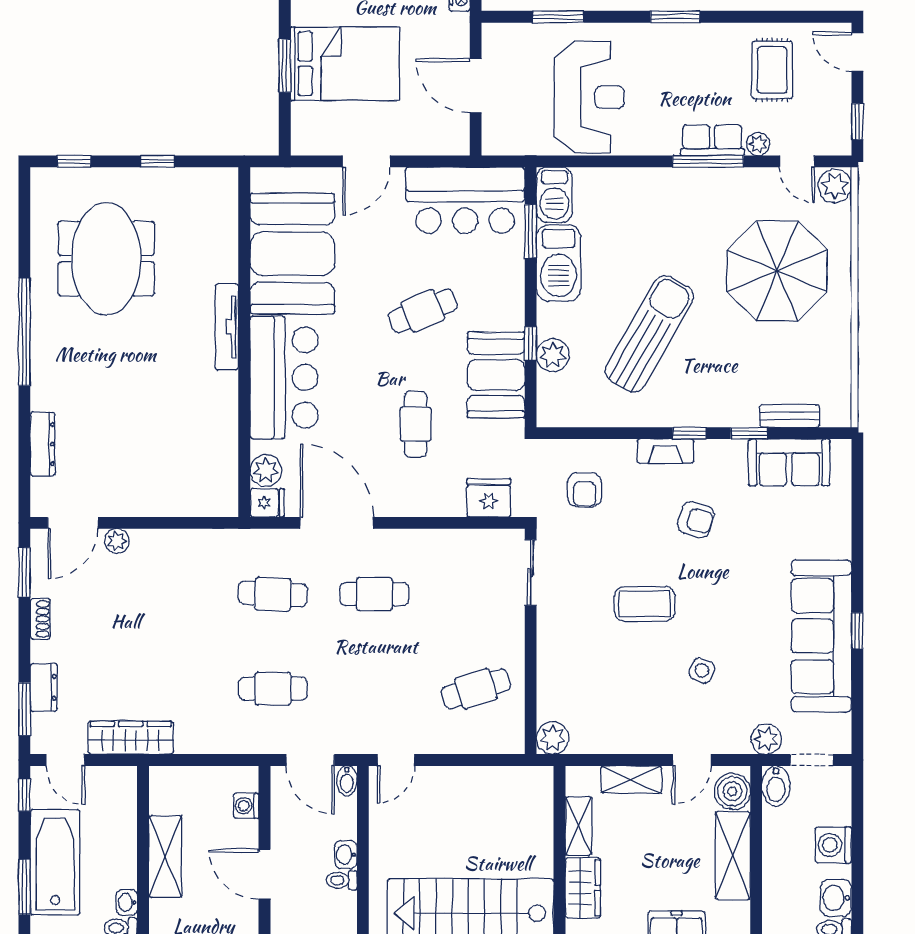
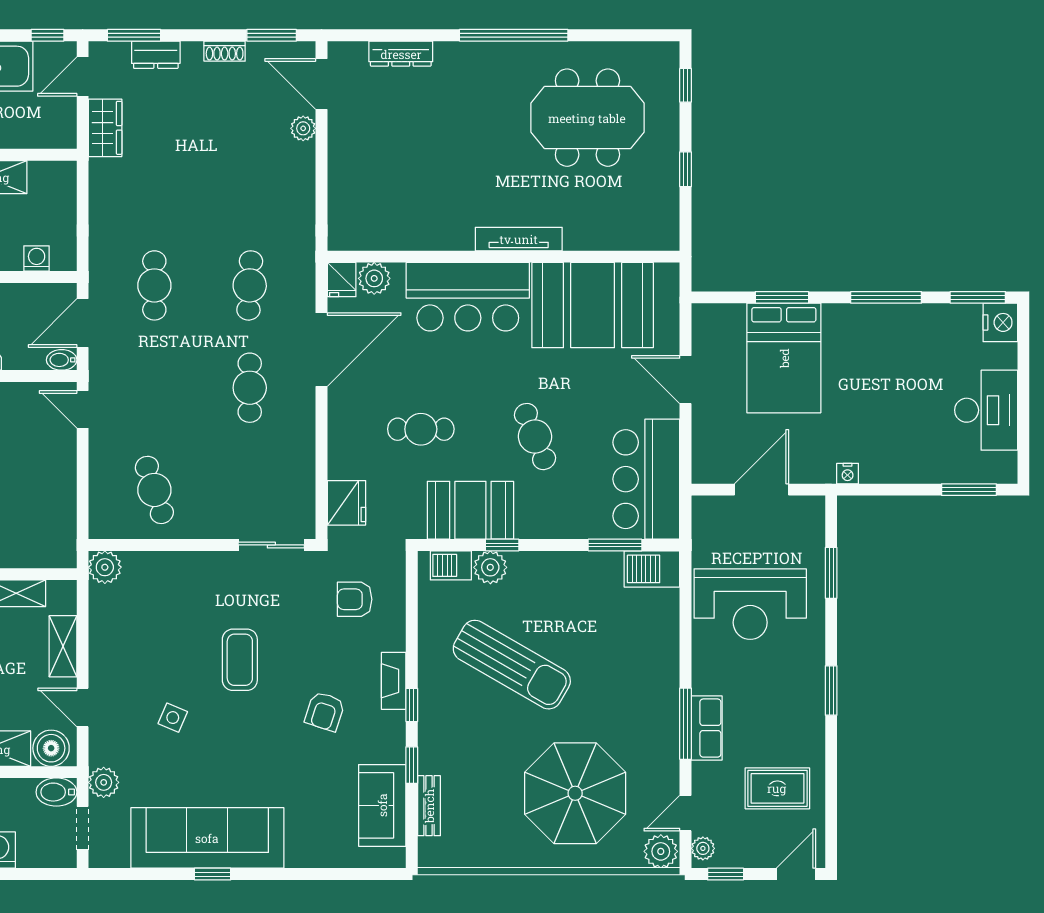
plant: (758, 144) -> (703, 848), moved
barbecue: (559, 263) -> (451, 565), moved, width x0.53, depth x0.65
wardrobe: (131, 738) -> (105, 128), width x0.67

